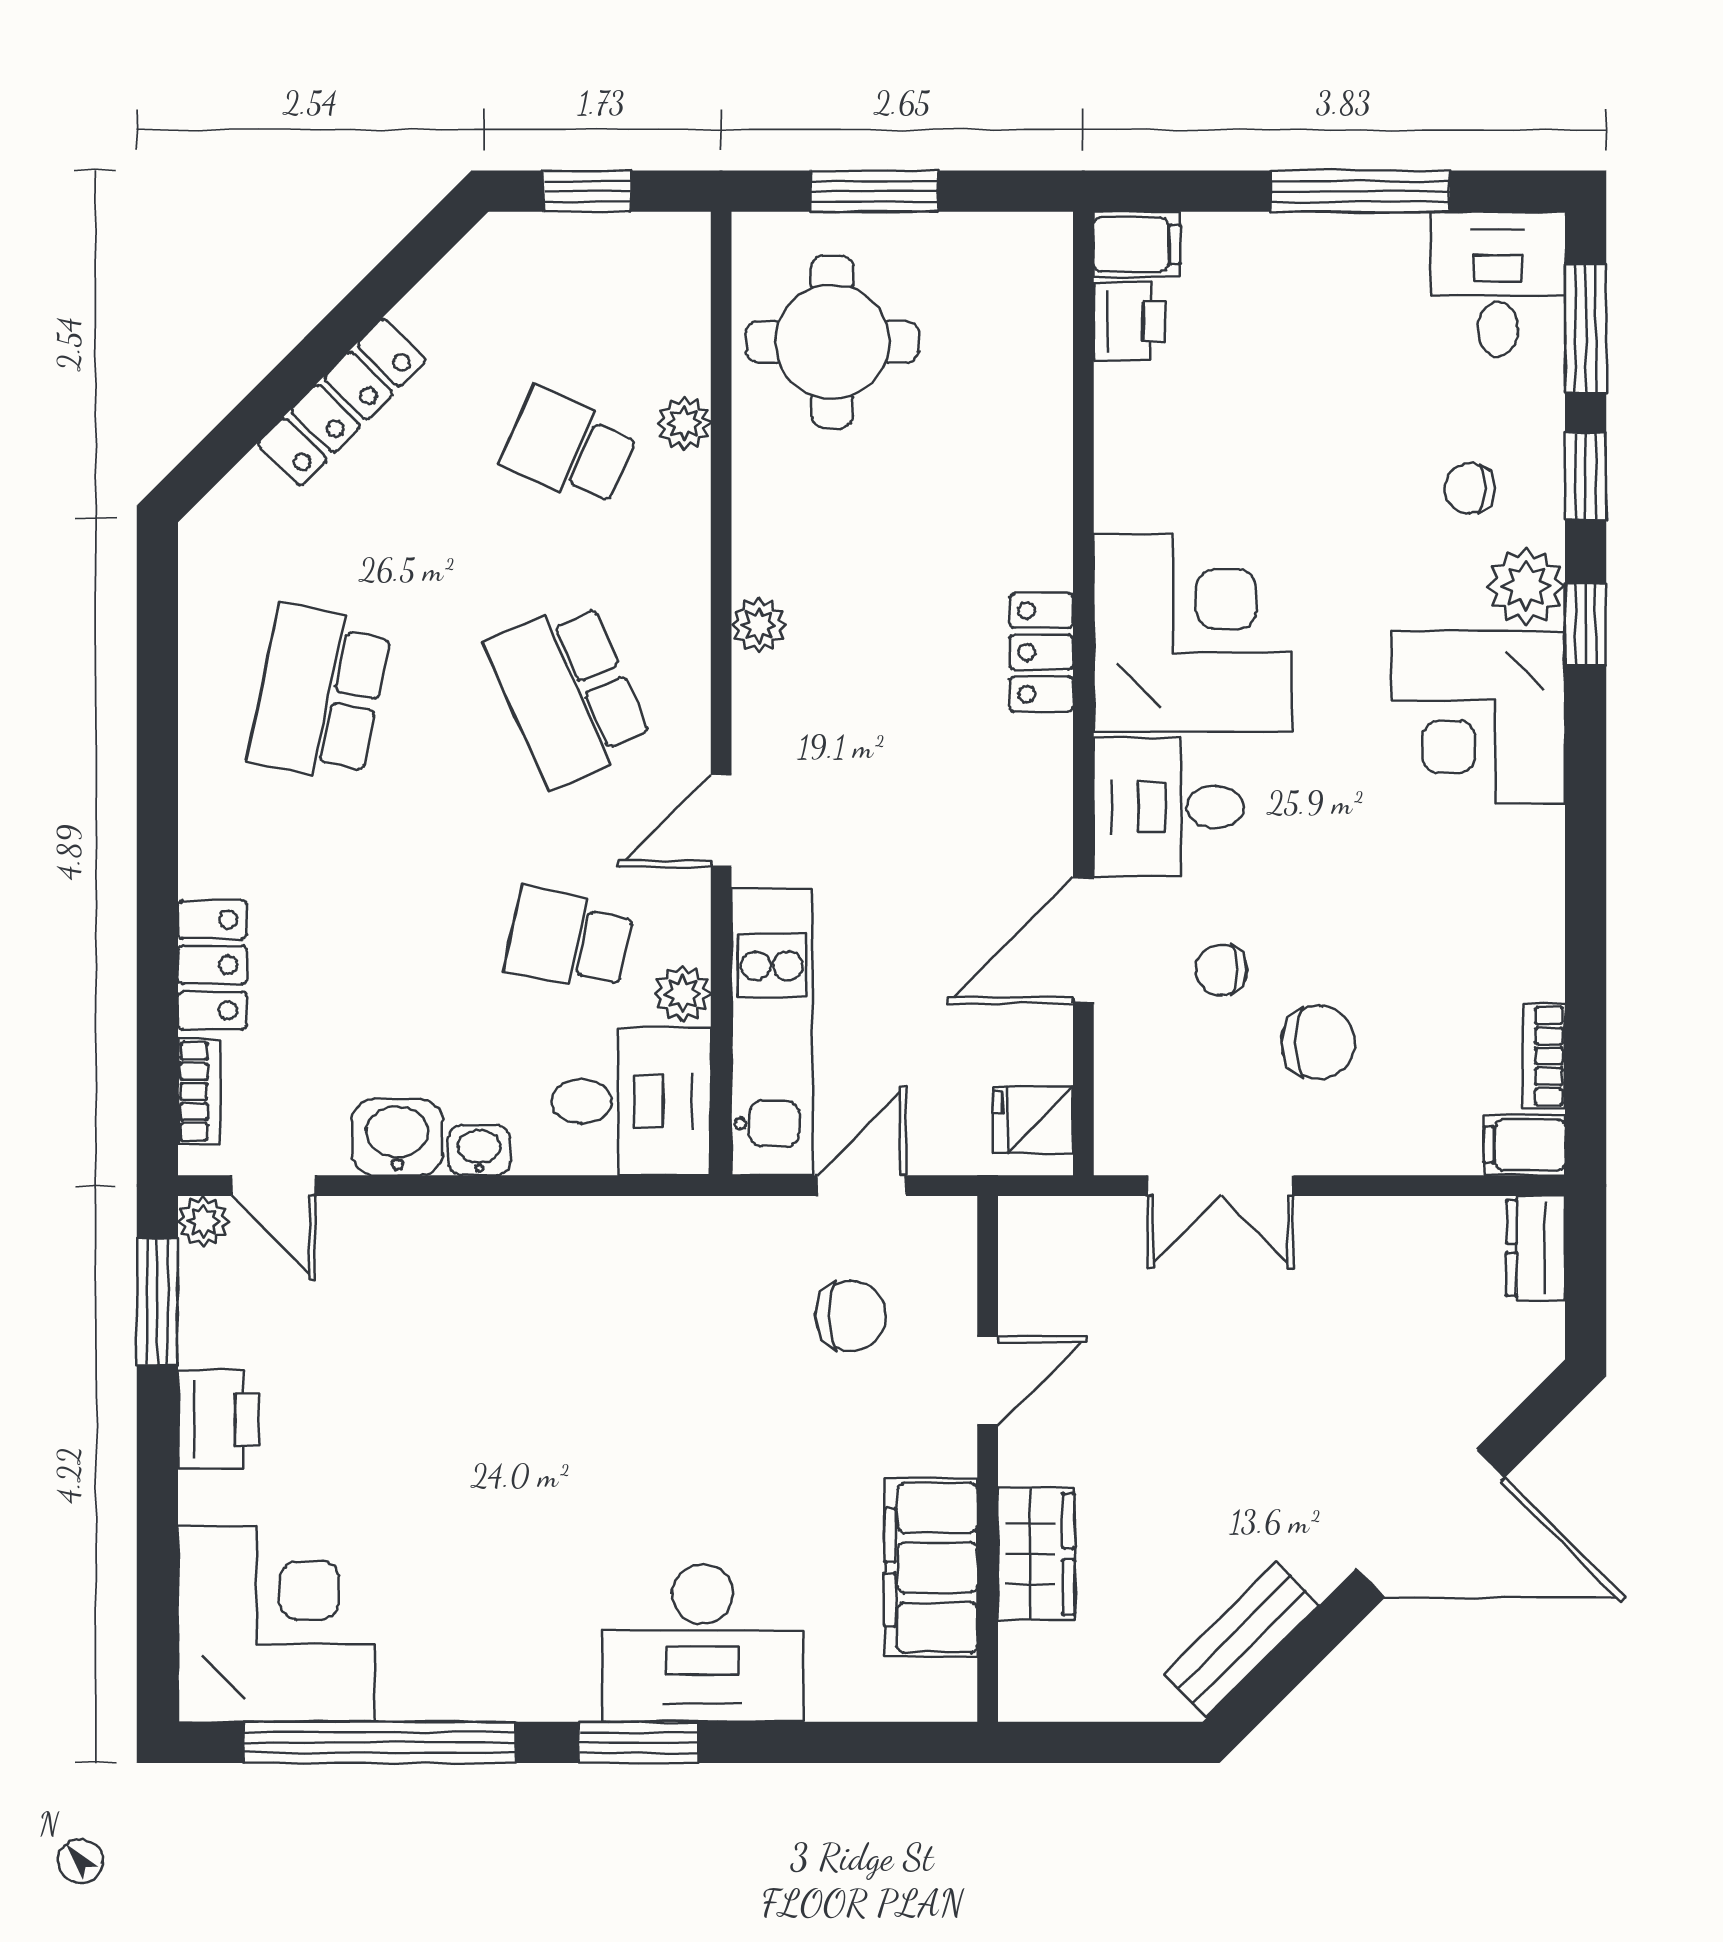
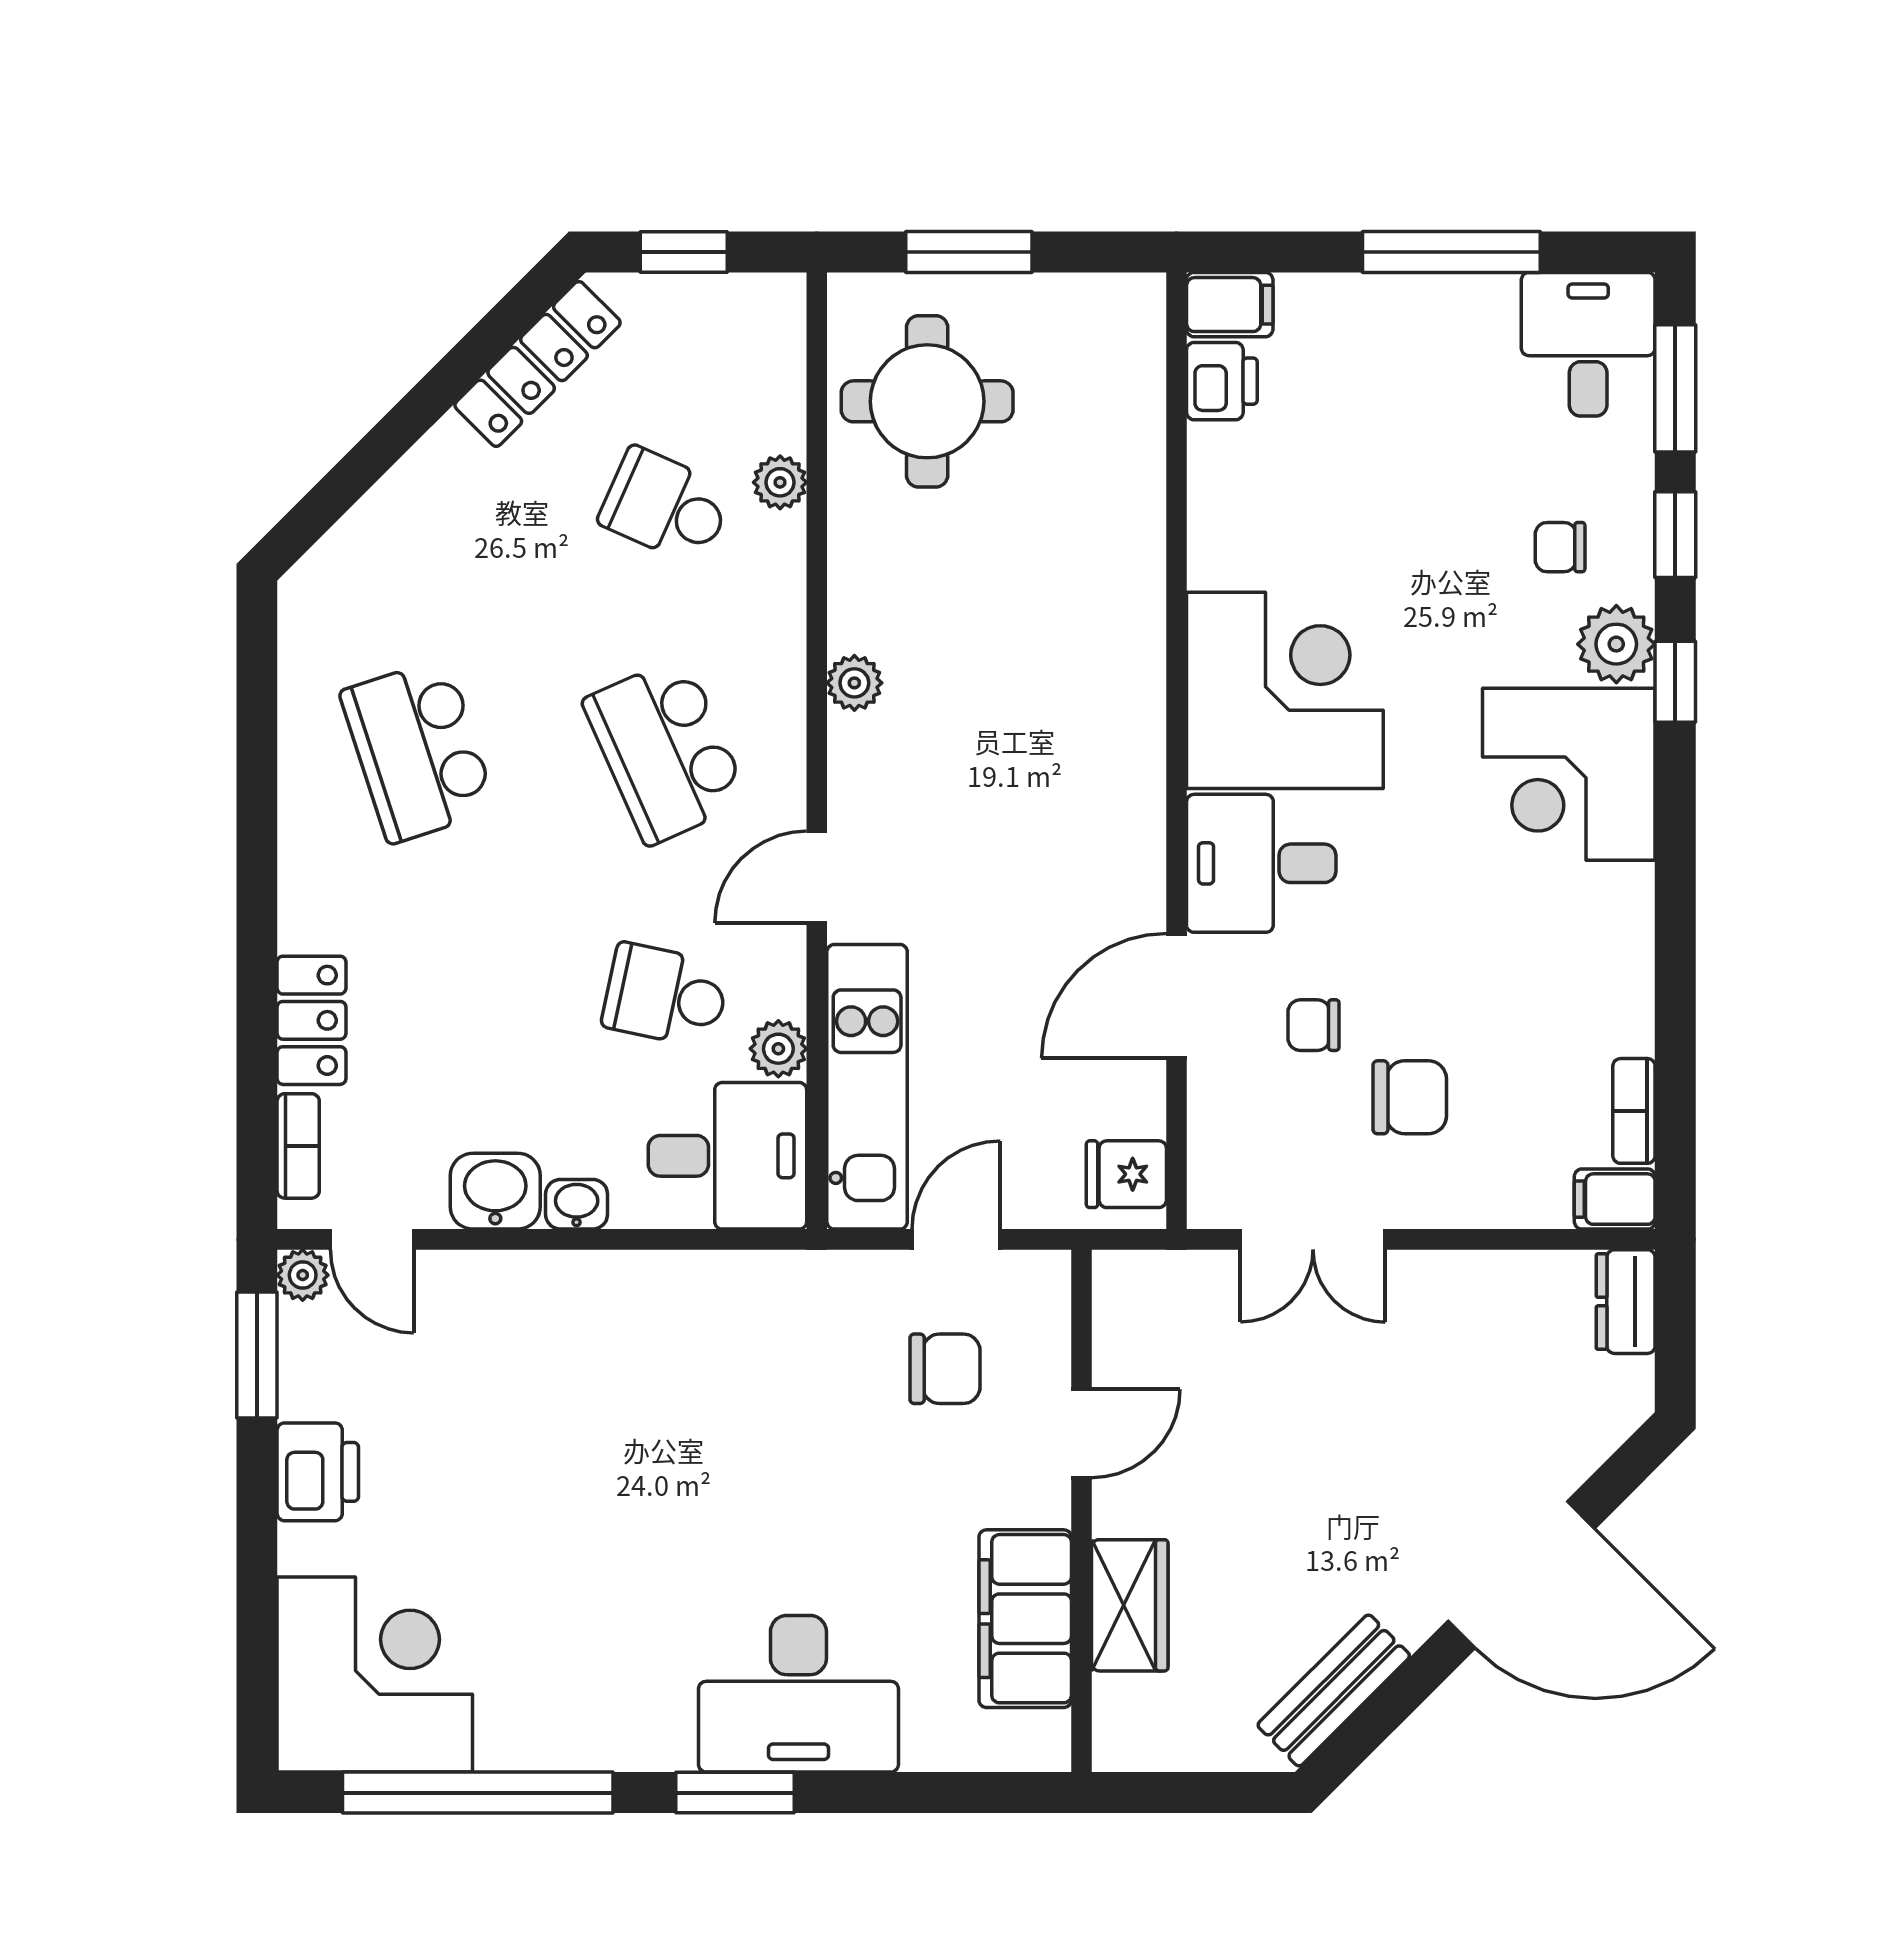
locker: (342, 402) -> (538, 364), moved
locker: (1041, 652) -> (1135, 710), removed
school desk: (320, 693) -> (418, 751), turned -30

